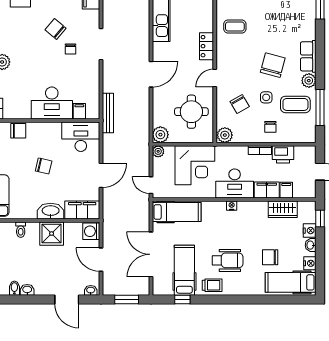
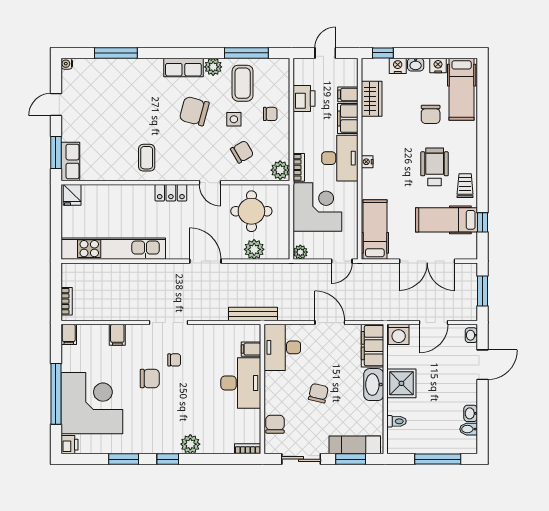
chair: (56, 29) -> (150, 378), turned -130
plant: (160, 135) -> (254, 249), moved
bookcase: (260, 150) -> (299, 167), moved

